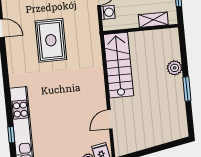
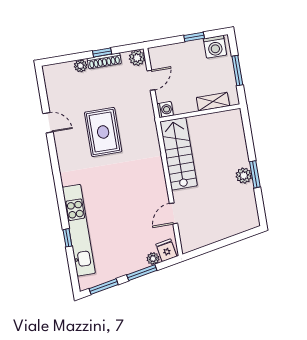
washing machine: (108, 12) -> (165, 110), moved
plant: (175, 68) -> (244, 176), moved

